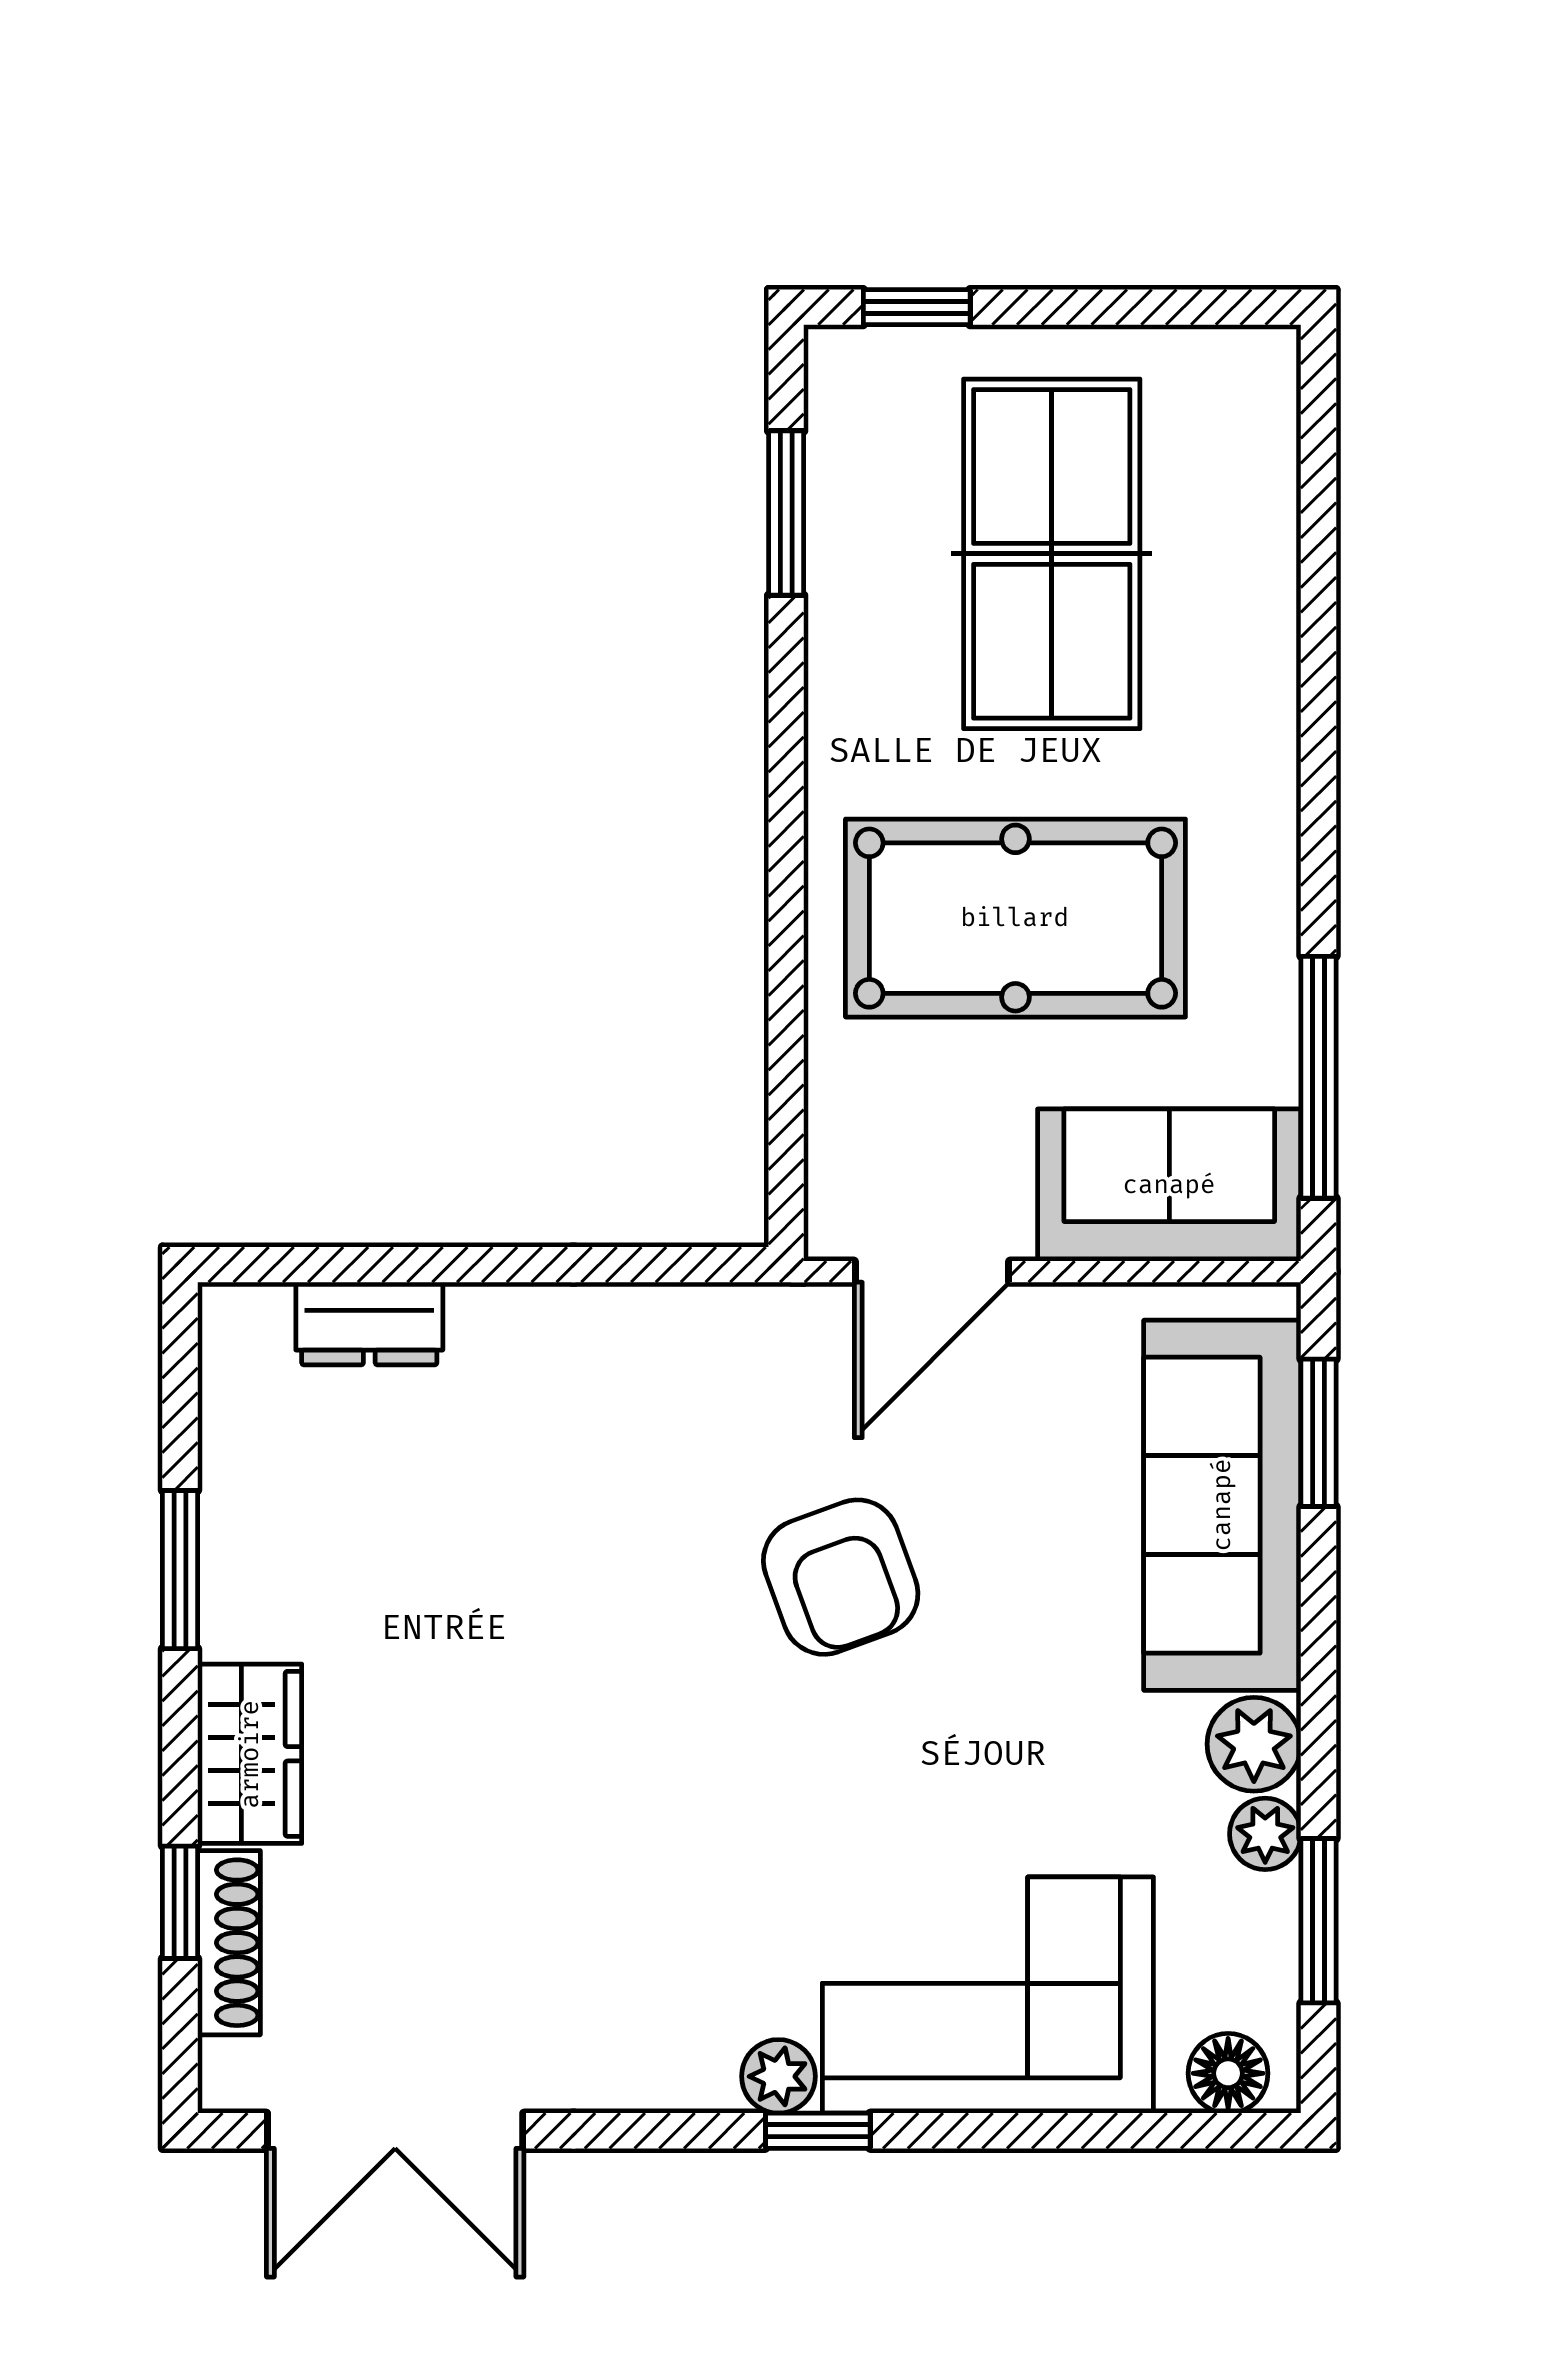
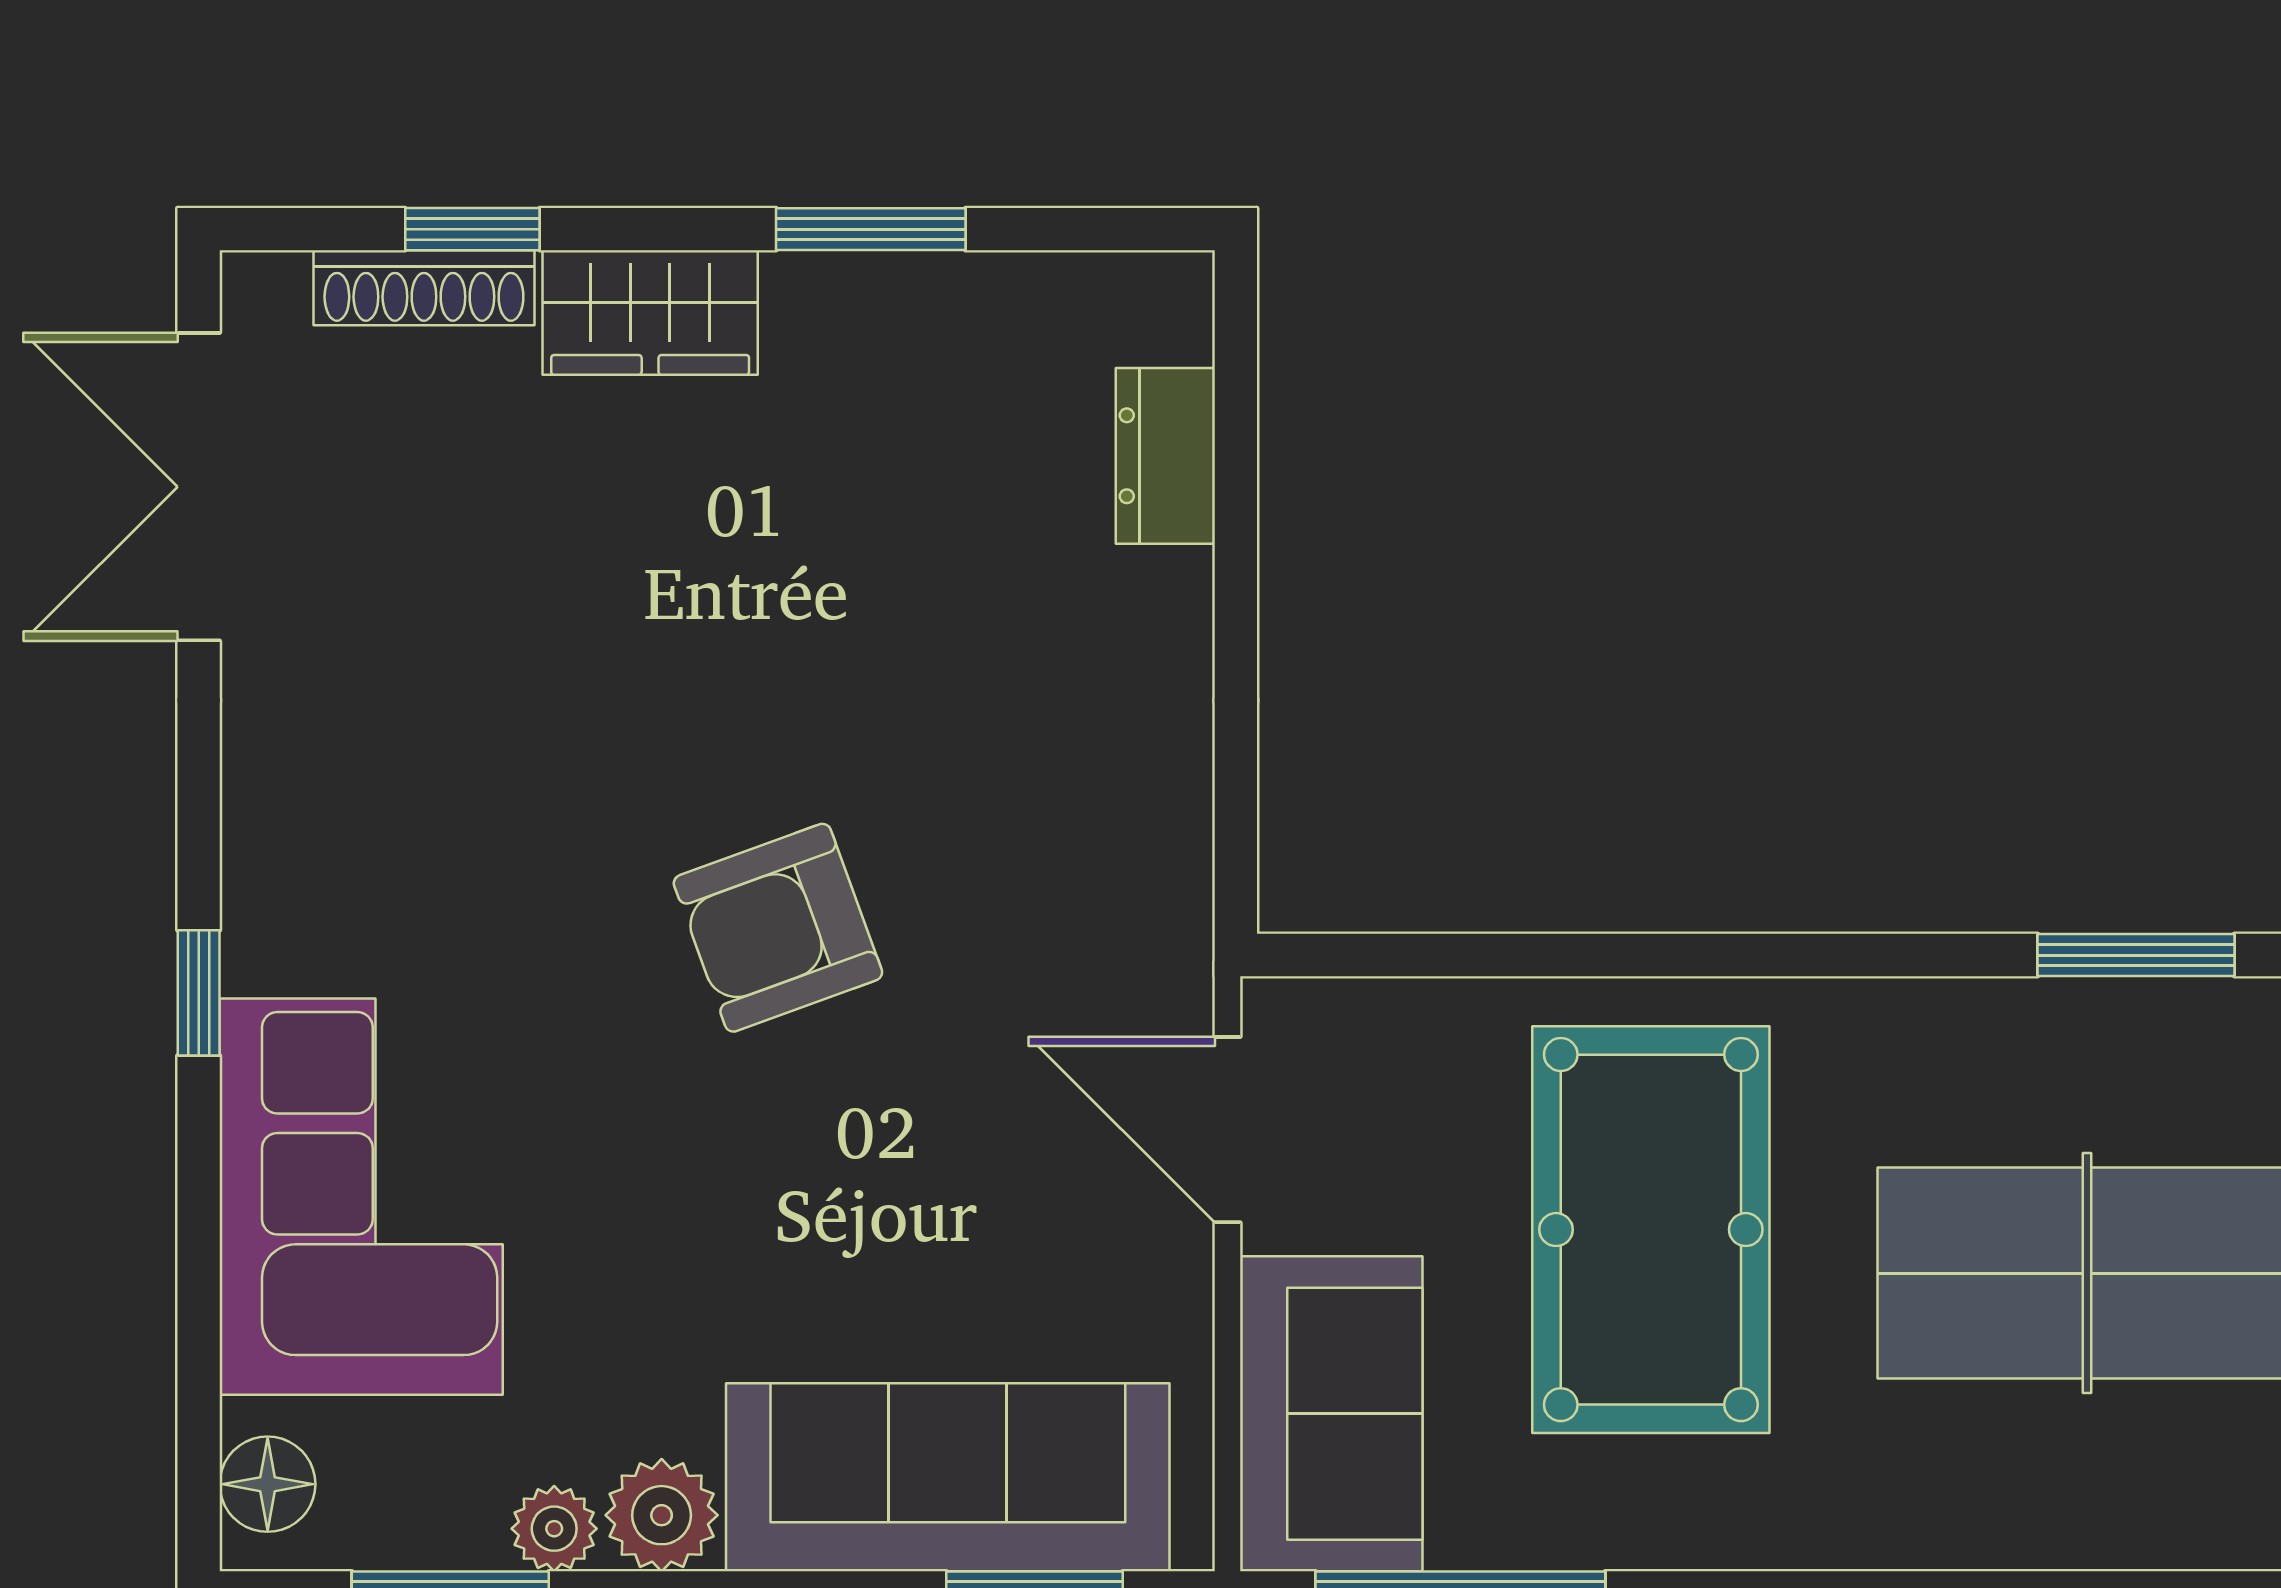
armchair: (841, 1577) -> (778, 928), moved
plant: (778, 2076) -> (264, 946), removed

